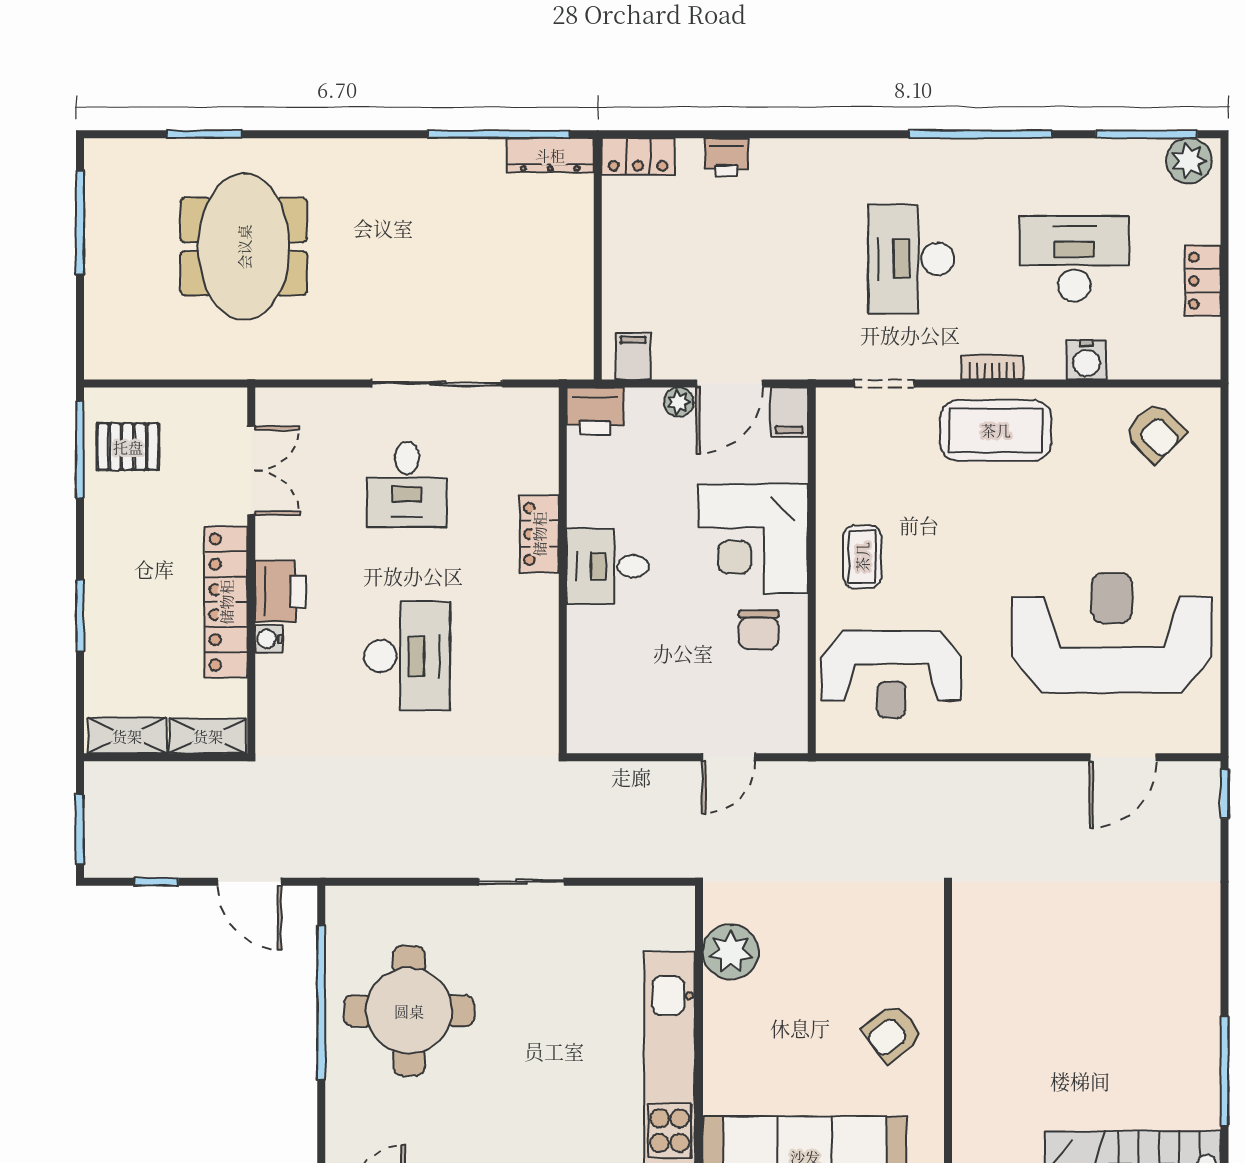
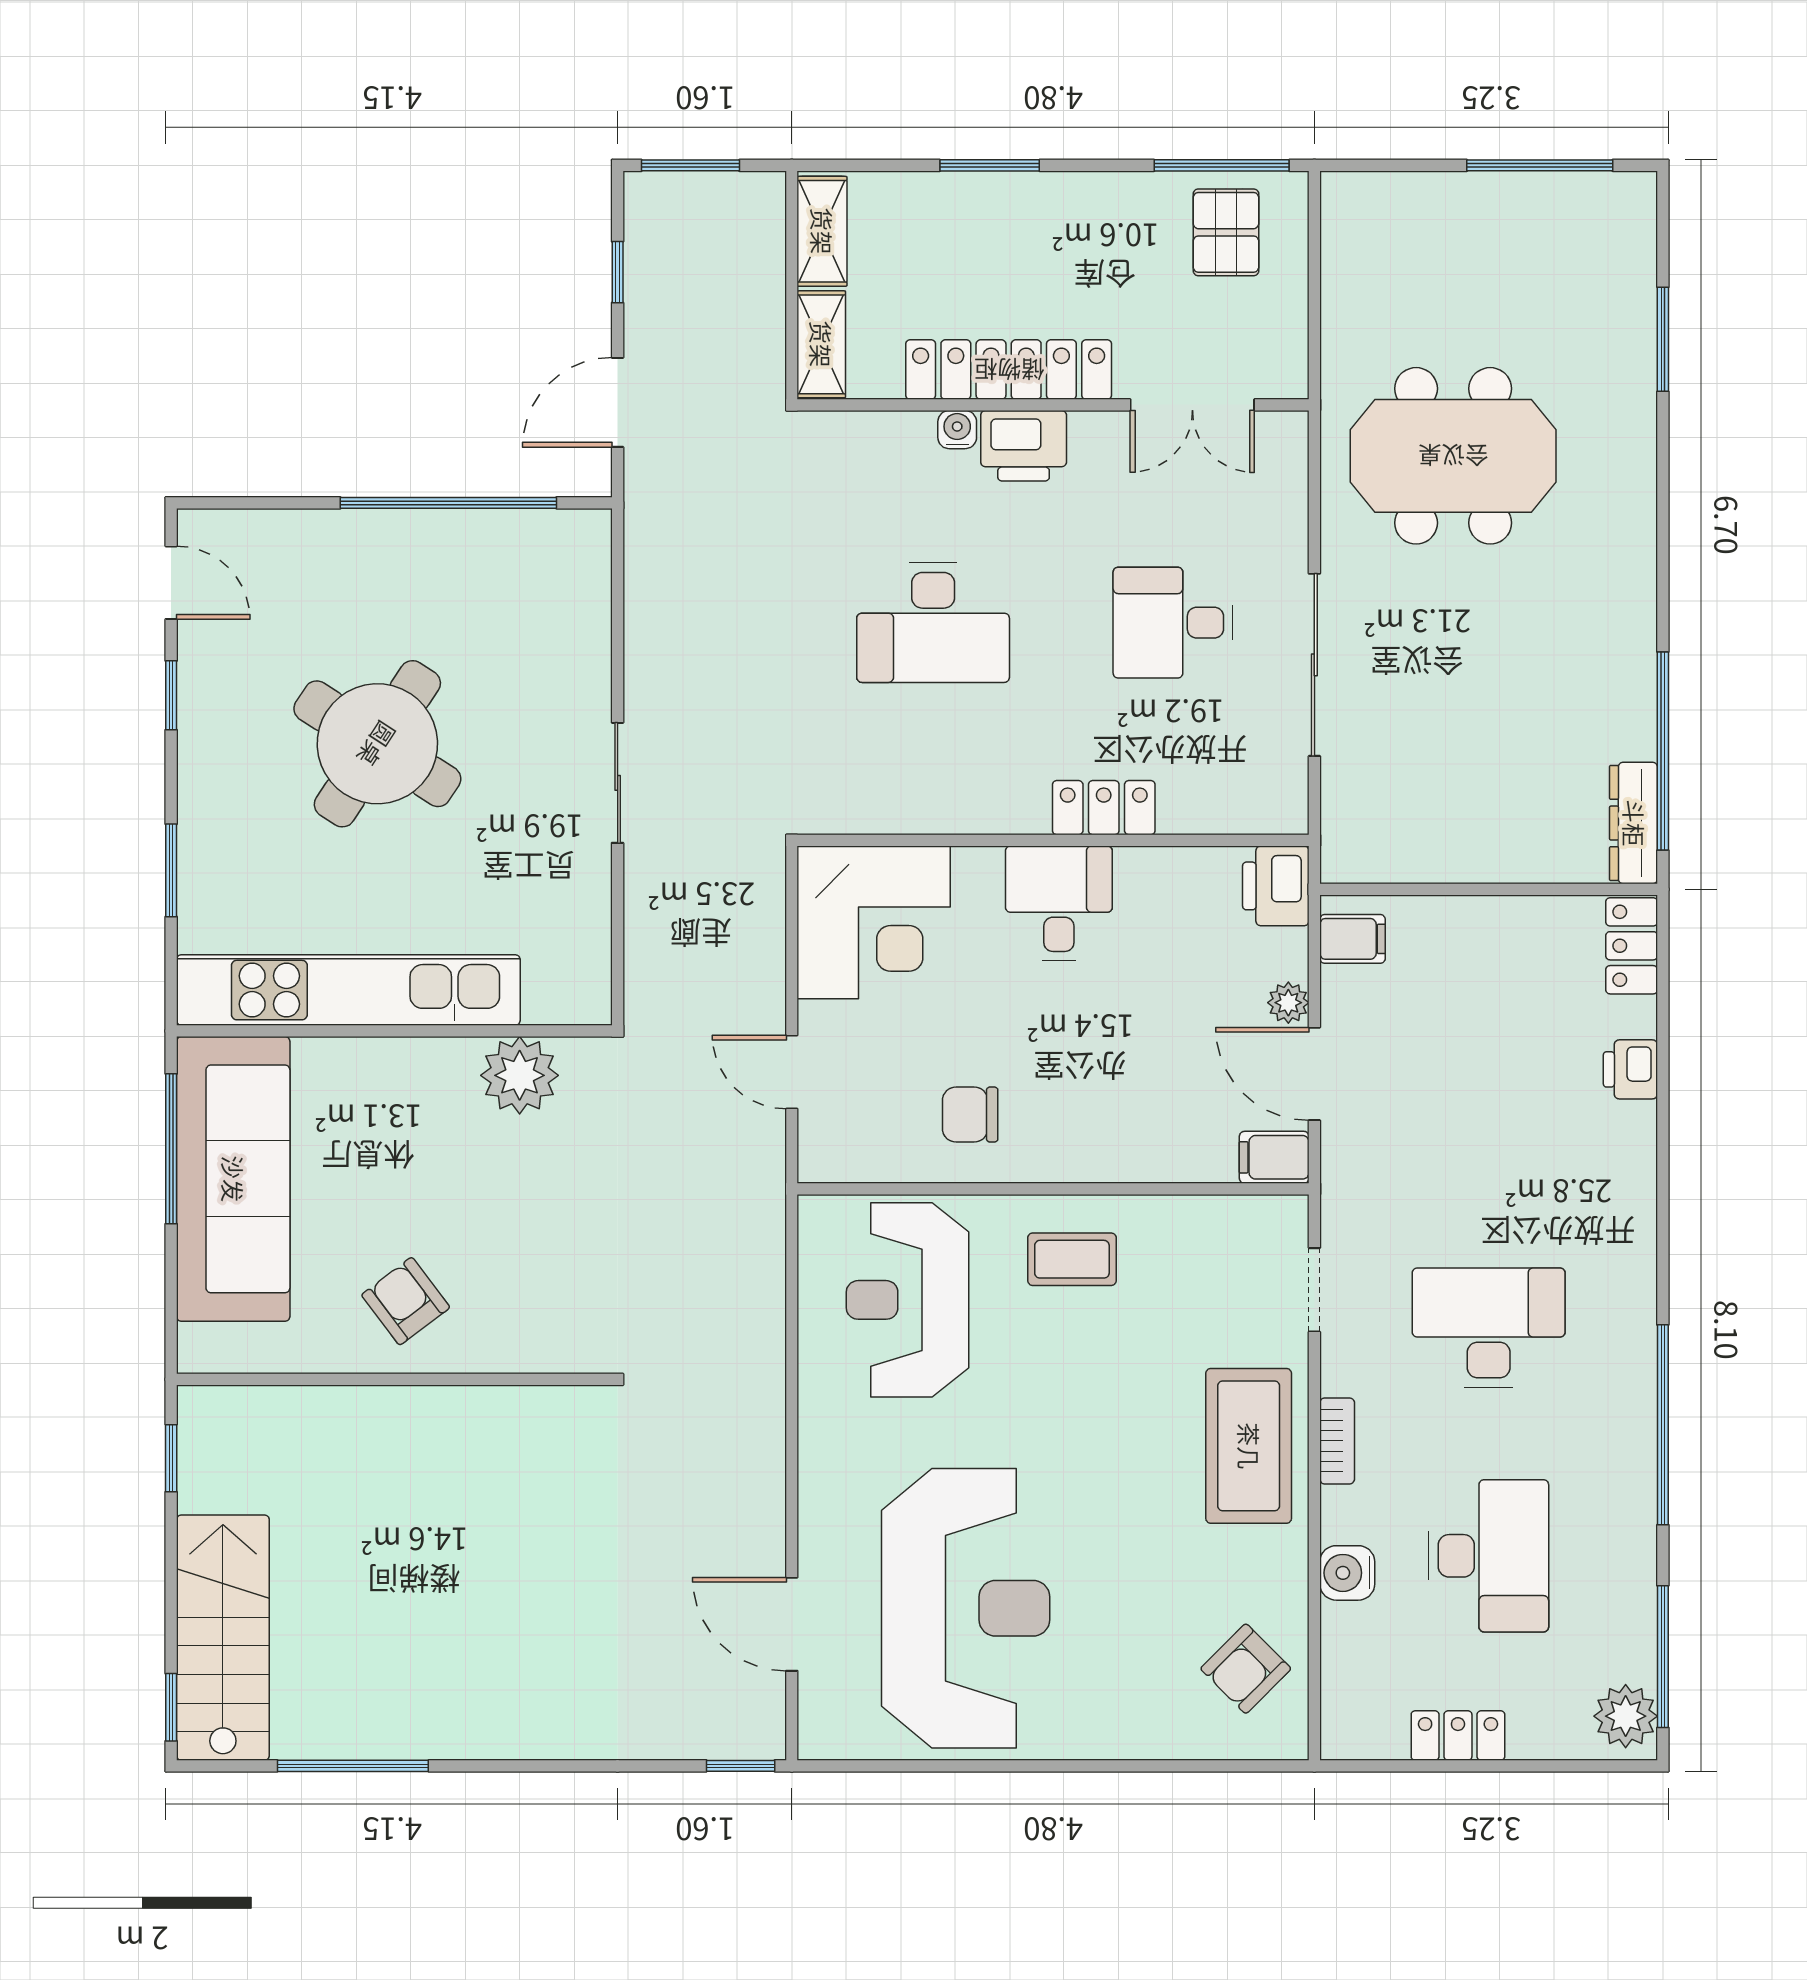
meeting table: (244, 247) -> (1453, 456), moved
corner desk: (753, 539) -> (874, 922), moved, turned 180
round table: (409, 1011) -> (377, 744), moved, turned 33

